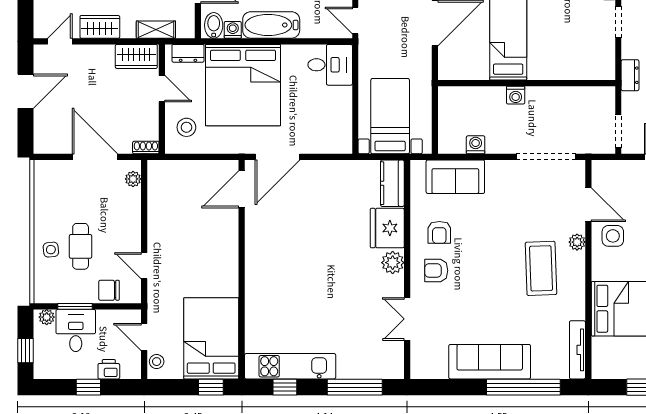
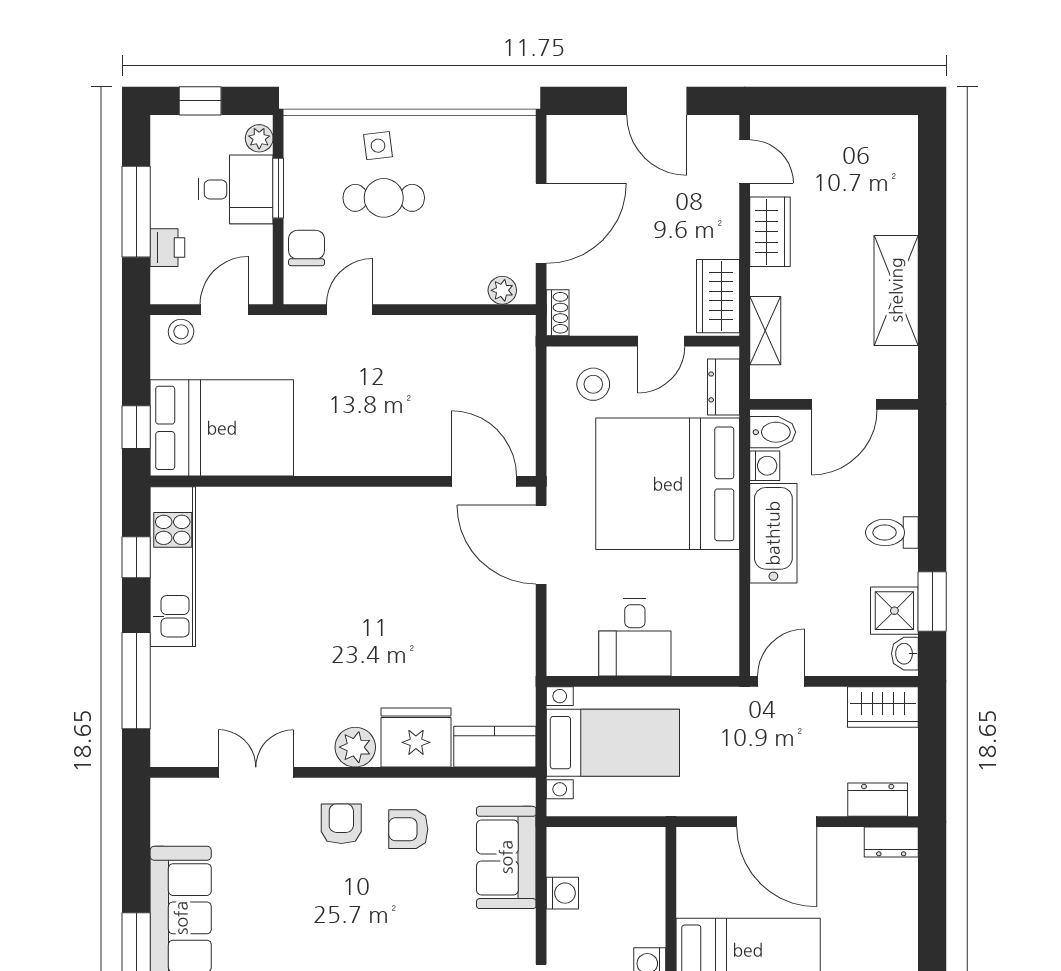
desk: (330, 65) -> (635, 637), moved
window: (88, 387) -> (136, 212), width x2.17

